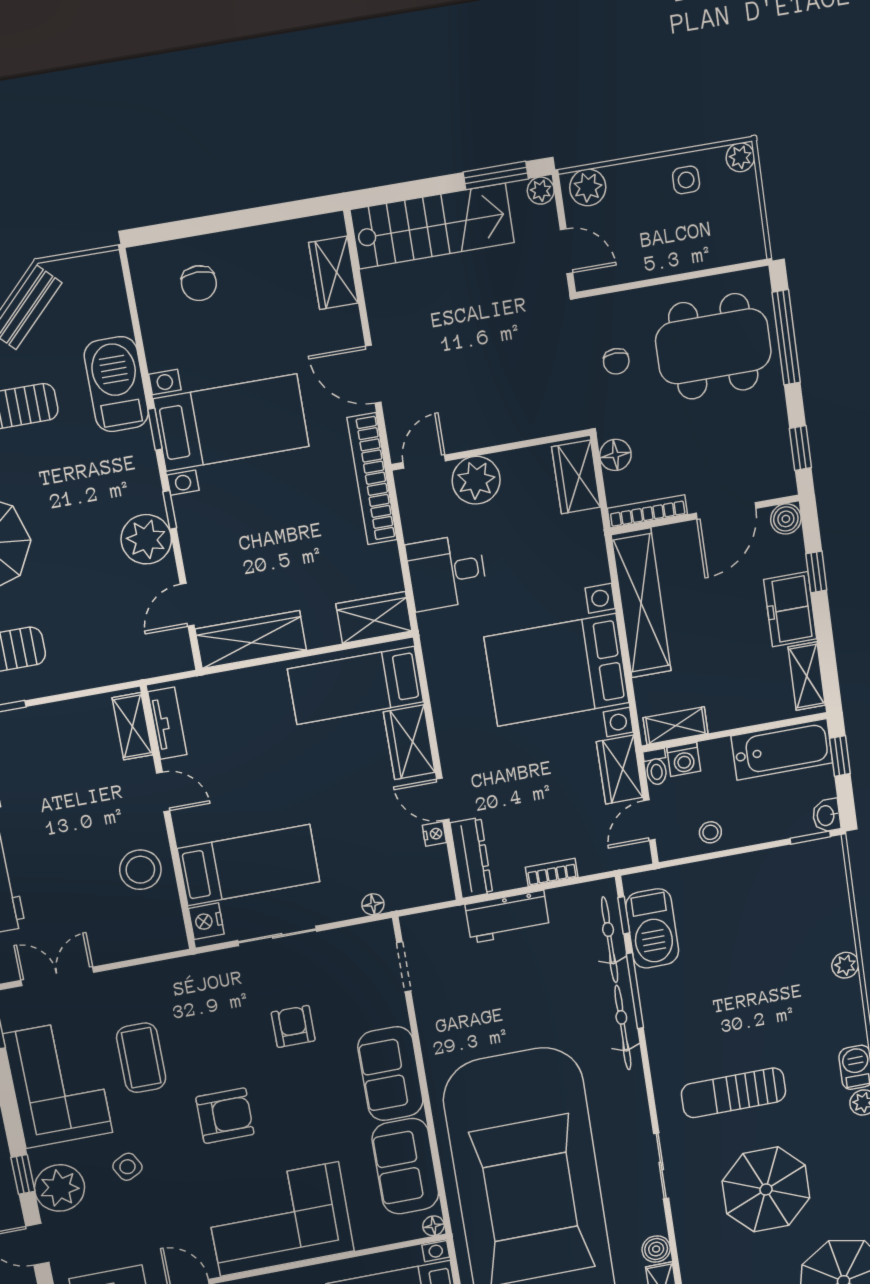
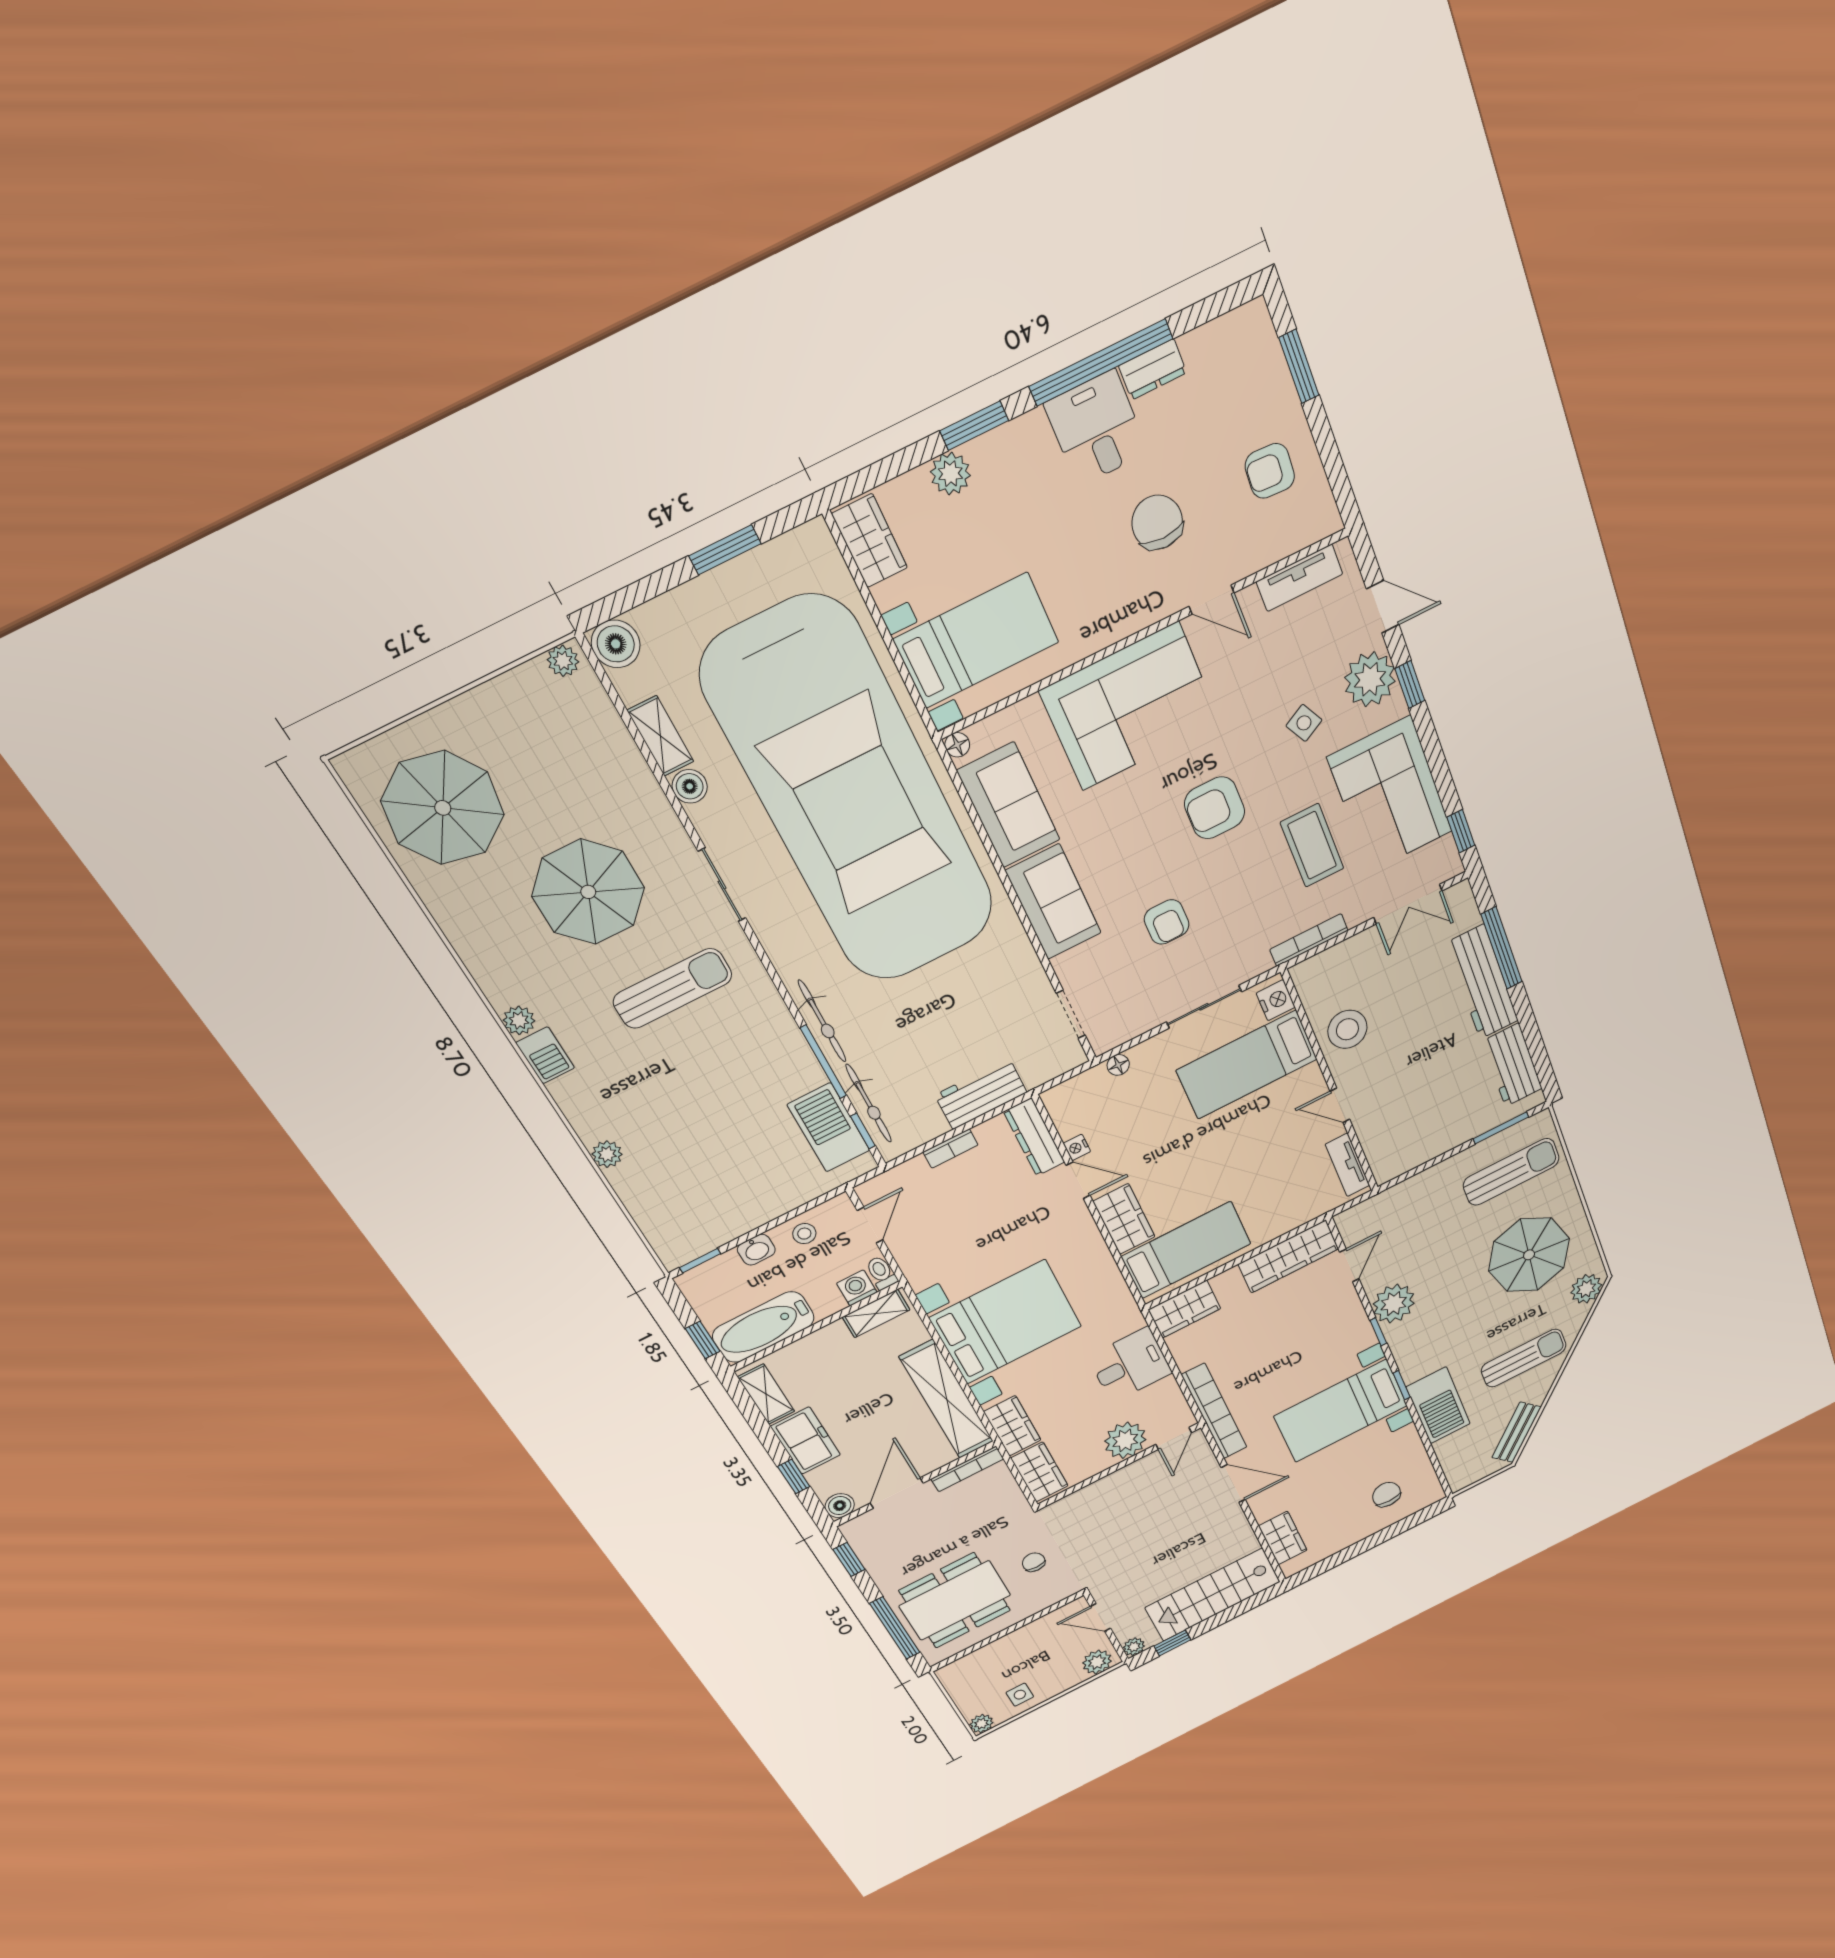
window: (496, 175) -> (1172, 1643), width x0.67
floor lamp: (615, 455) -> (1011, 1499), removed
shelving: (132, 726) -> (1378, 1153), removed
wardrobe: (620, 770) -> (1012, 1426), moved
washbasin: (826, 815) -> (756, 1250), moved, turned 90
bookcase: (162, 970) -> (1309, 940), added

